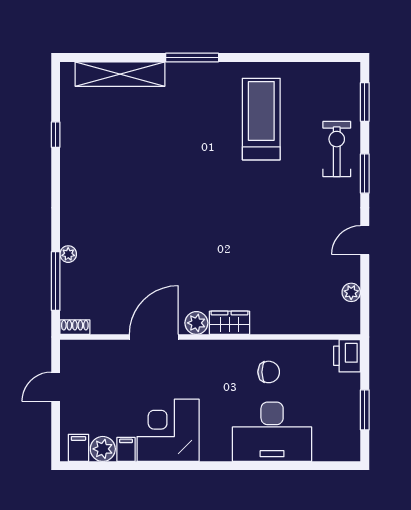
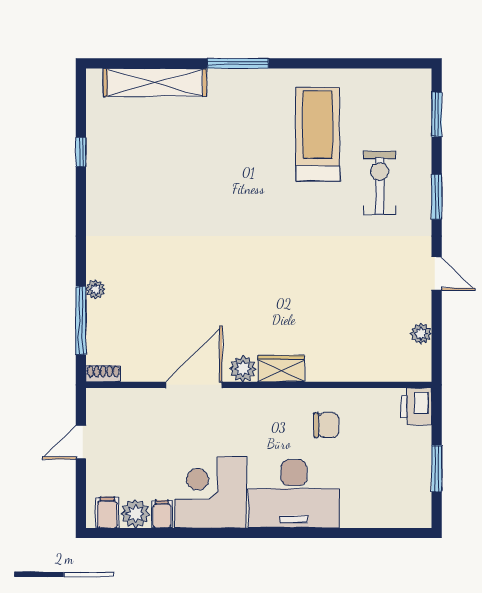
exercise bike: (337, 149) -> (380, 183), moved
door: (365, 240) -> (437, 273), swing flipped
desk: (272, 432) -> (294, 494), moved

